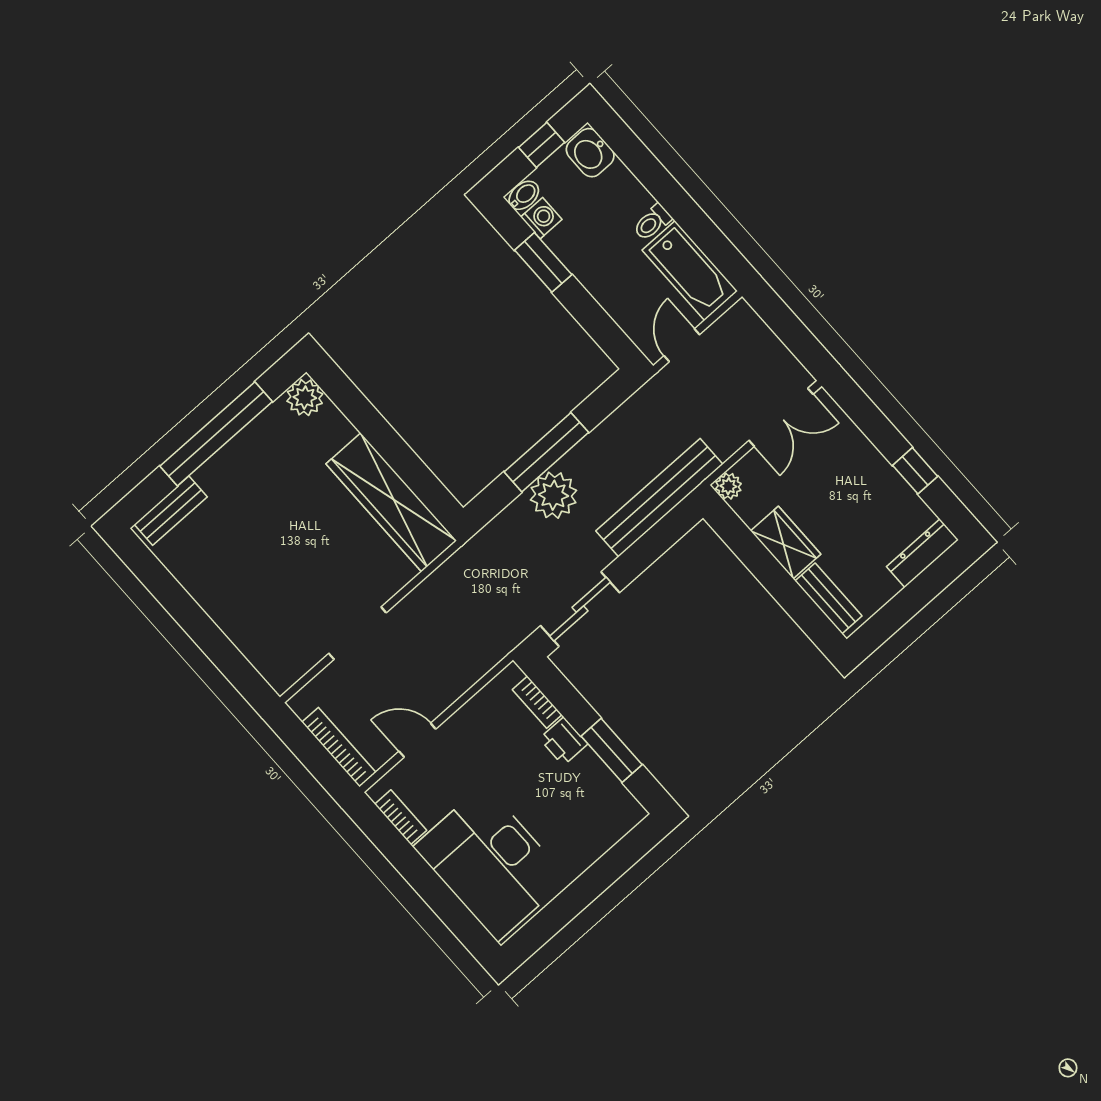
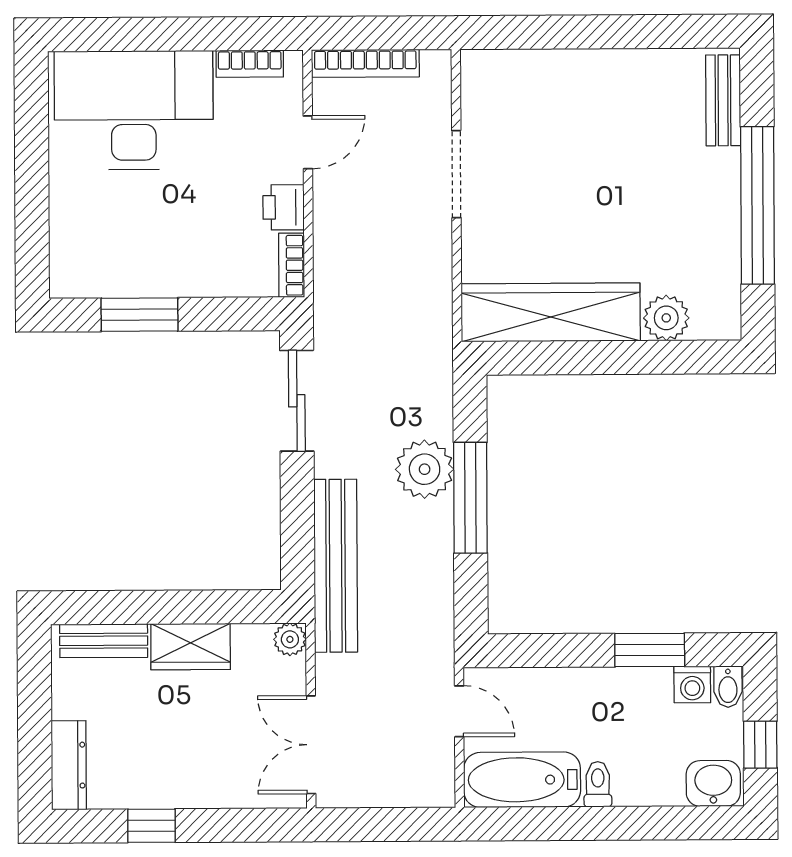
plant: (305, 398) -> (666, 318), moved
bookcase: (537, 702) -> (291, 265), moved, turned -90
printer: (564, 741) -> (283, 207), moved, turned -90

